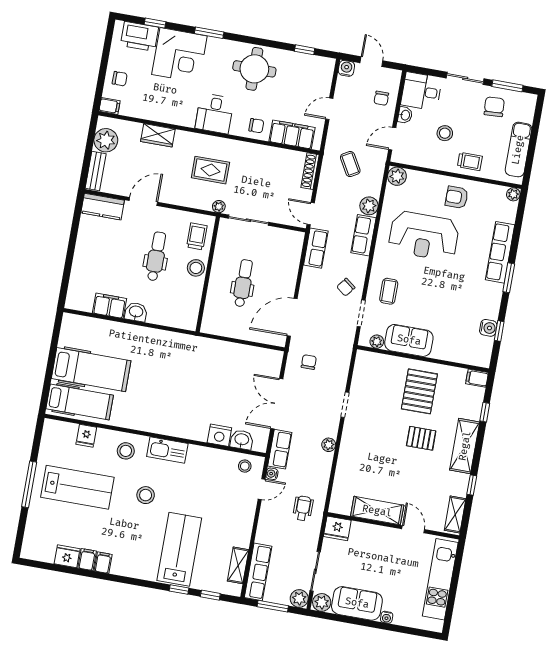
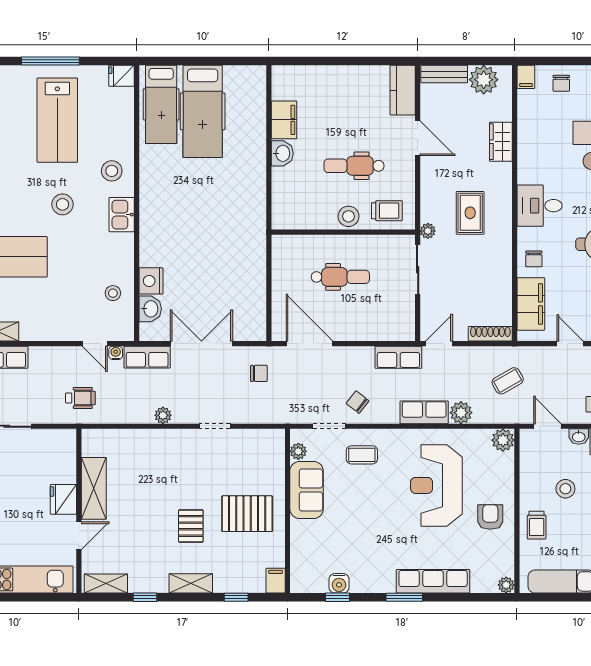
dental chair: (156, 256) -> (354, 166), turned 180
fridge: (86, 436) -> (122, 76), moved
shelving: (465, 446) -> (191, 583), width x0.67, depth x0.75
kitchen sink: (167, 450) -> (122, 215), width x0.73
stool: (245, 466) -> (113, 293), moved
fridge: (337, 528) -> (63, 499), moved

